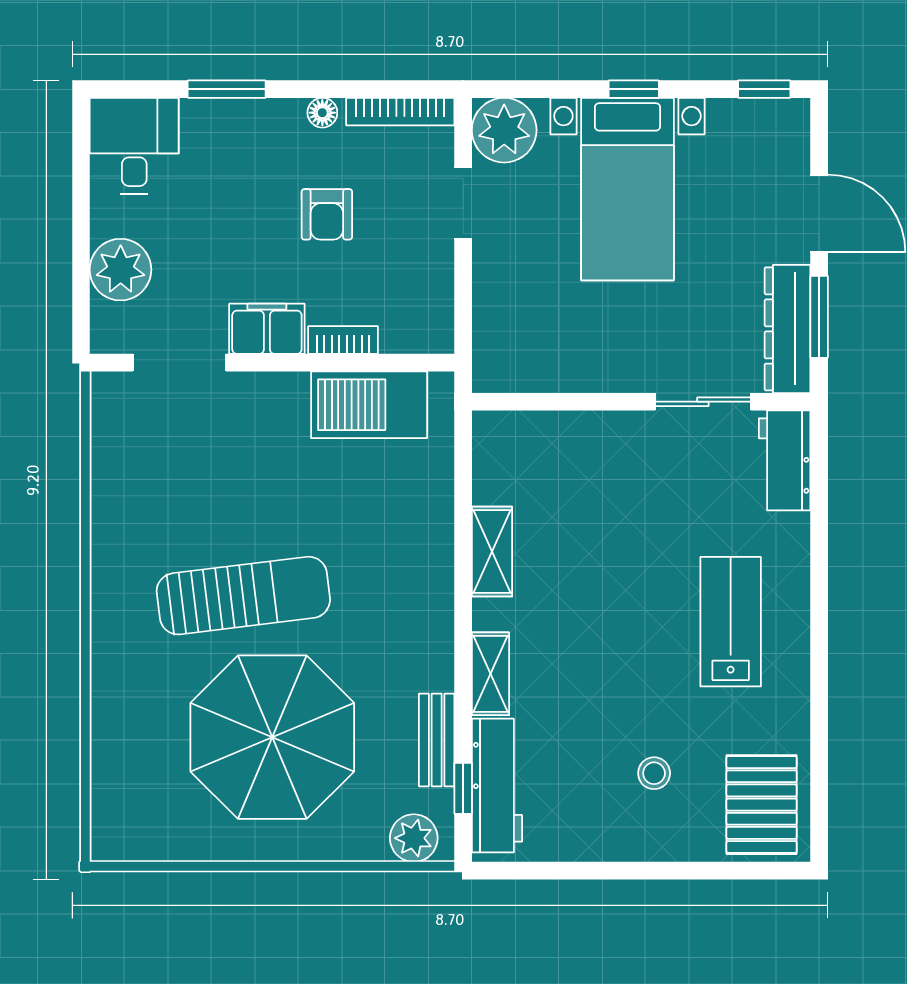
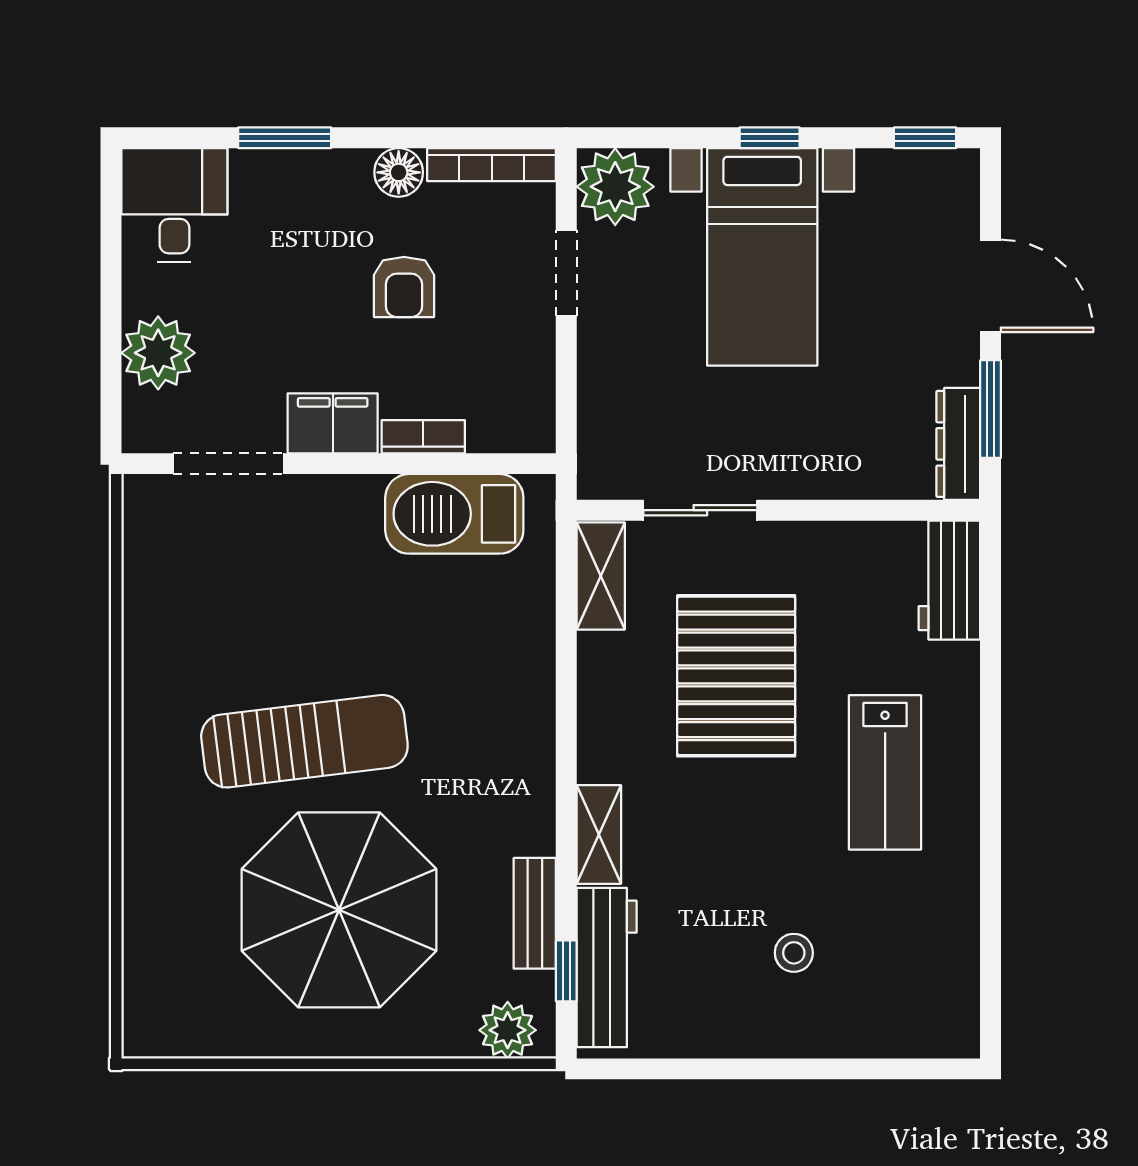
floor lamp: (322, 113) -> (399, 172), width x1.37, depth x1.37
dresser: (788, 329) -> (958, 444), width x0.73, depth x0.80
sliding door: (703, 402) -> (700, 510), moved
shelving: (492, 552) -> (601, 576), moved
lab bench: (731, 622) -> (885, 772), turned 180
pallet: (762, 805) -> (736, 676), moved, width x1.37, depth x1.41

